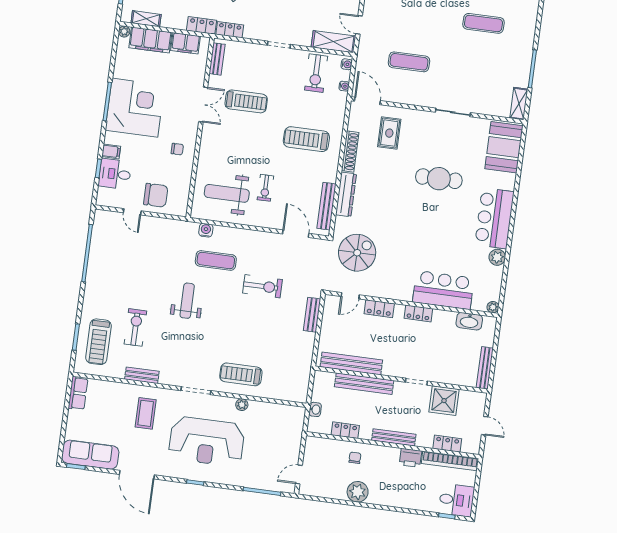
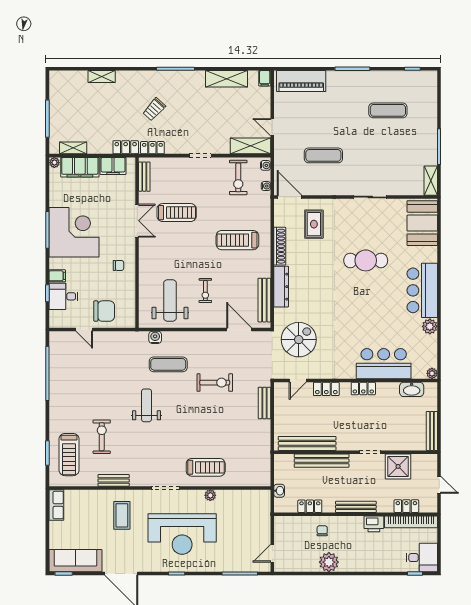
weight bench: (227, 193) -> (170, 300), turned 90
treadmill: (241, 374) -> (206, 467), turned 180

